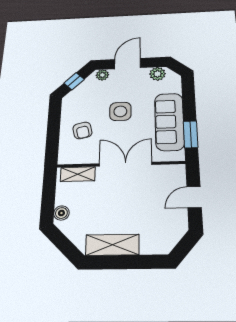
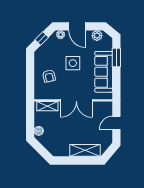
door: (128, 64) -> (77, 26), swing flipped
window: (191, 134) -> (116, 57), moved
double door: (126, 164) -> (76, 100), swing flipped
shelving: (112, 245) -> (85, 150), moved

